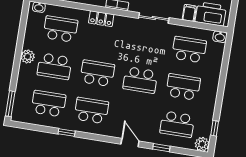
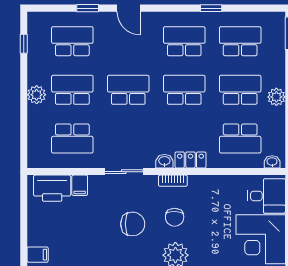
washbasin: (220, 37) -> (164, 161), moved
school desk: (97, 73) -> (184, 90), turned 180
school desk: (183, 87) -> (72, 90), turned 180
school desk: (48, 104) -> (240, 41), turned 180
school desk: (91, 111) -> (184, 41), turned 180
plant: (202, 144) -> (37, 95), moved

